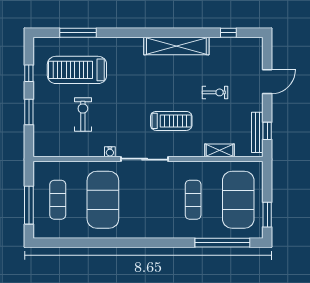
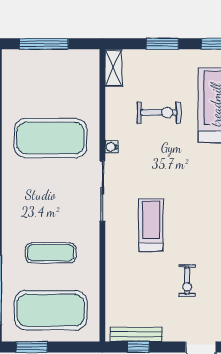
treadmill: (171, 121) -> (151, 225), turned 180
shelving: (219, 150) -> (113, 68), moved
exercise mat: (58, 200) -> (51, 81), removed

